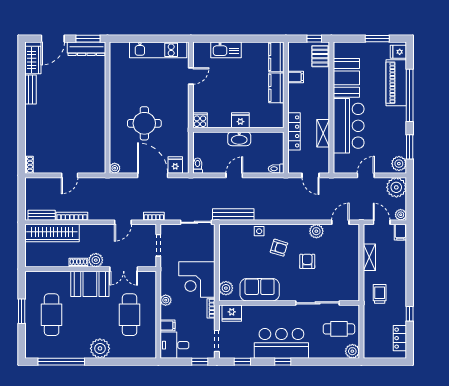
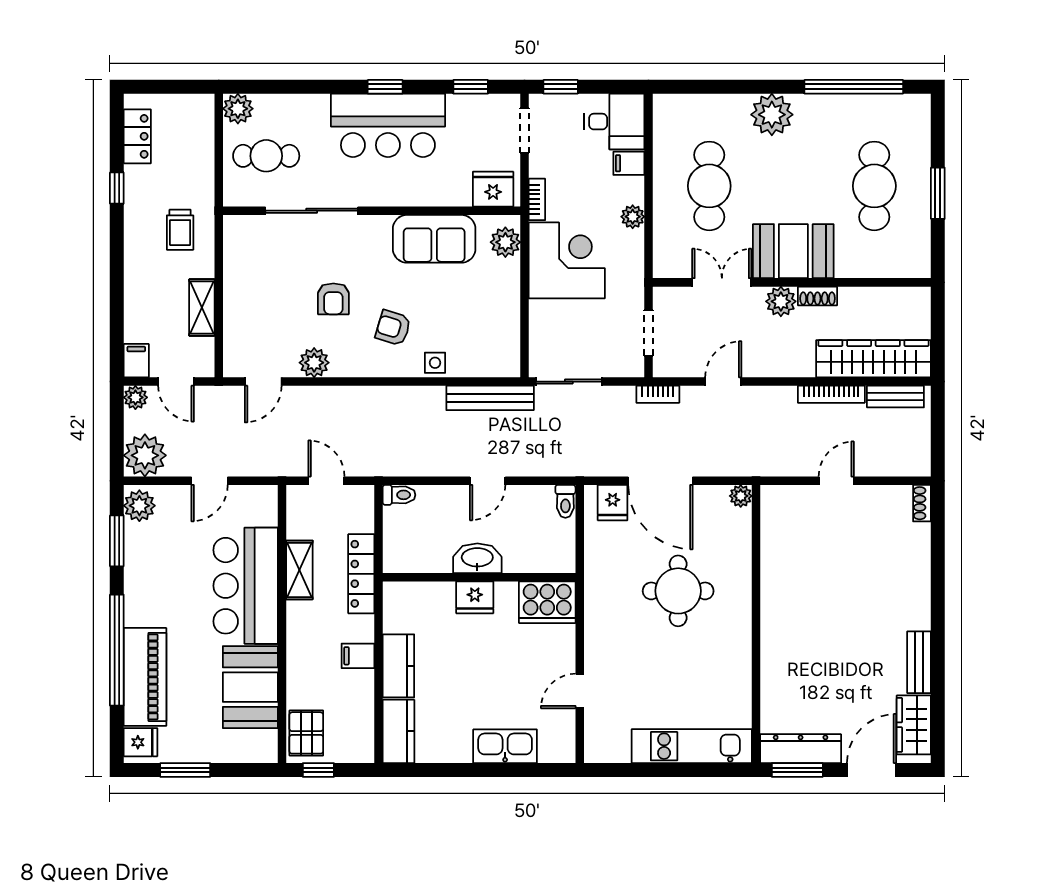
kitchen unit: (158, 50) -> (692, 746), moved
filing cabinet: (296, 77) -> (358, 656), moved
cooker: (200, 120) -> (547, 602), width x1.87, depth x1.31

